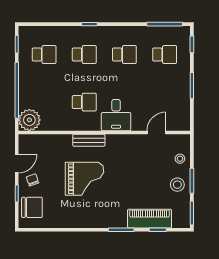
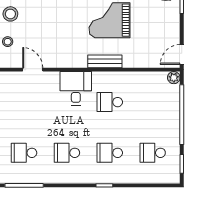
plant: (29, 120) -> (174, 78), width x0.53, depth x0.53
door: (156, 132) -> (33, 70), swing flipped
door: (17, 164) -> (182, 55), moved
chair: (33, 180) -> (165, 19), removed

